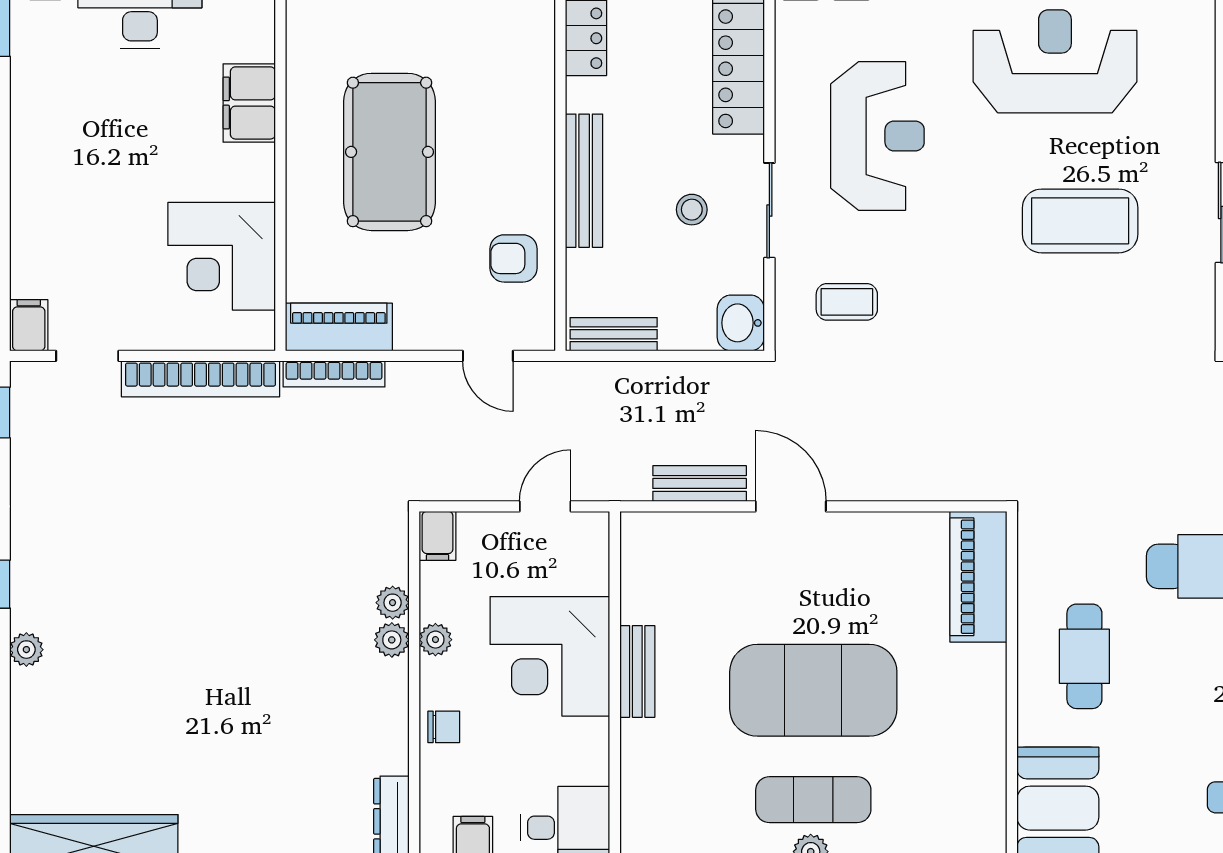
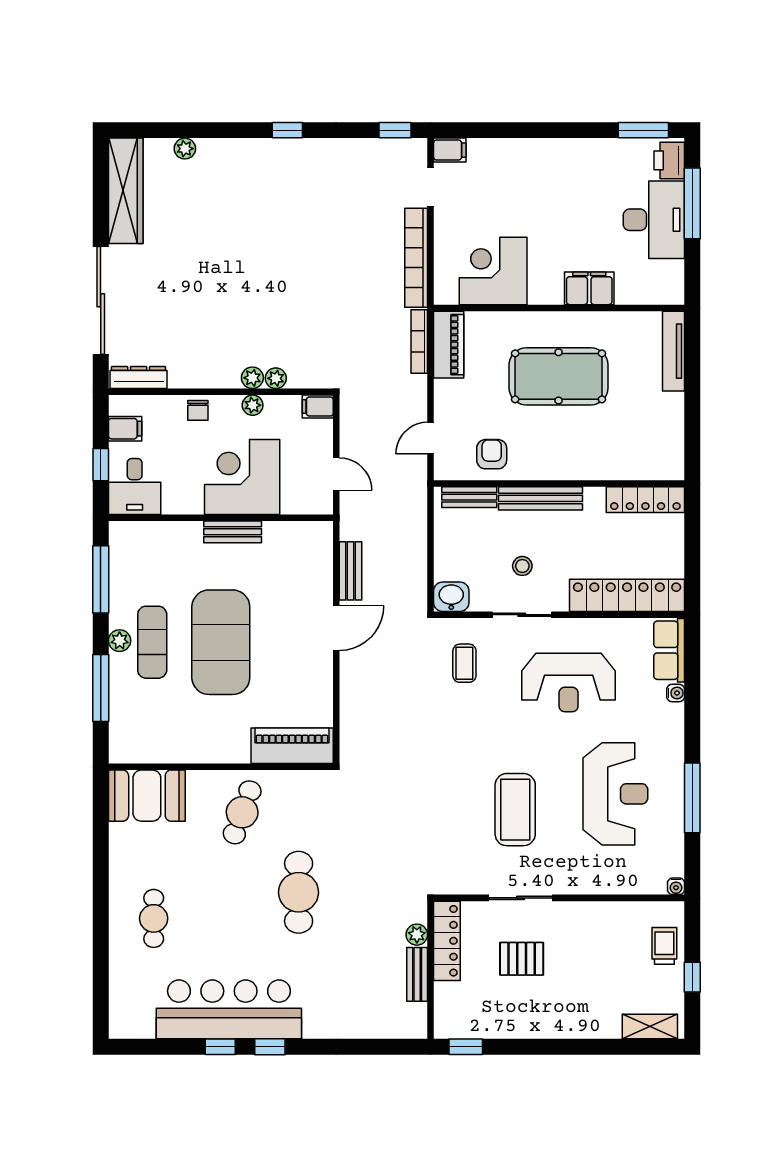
bench: (614, 334) -> (469, 497), moved, turned 90
plant: (26, 650) -> (185, 149), moved
cafe table: (1084, 656) -> (242, 812), turned -70

